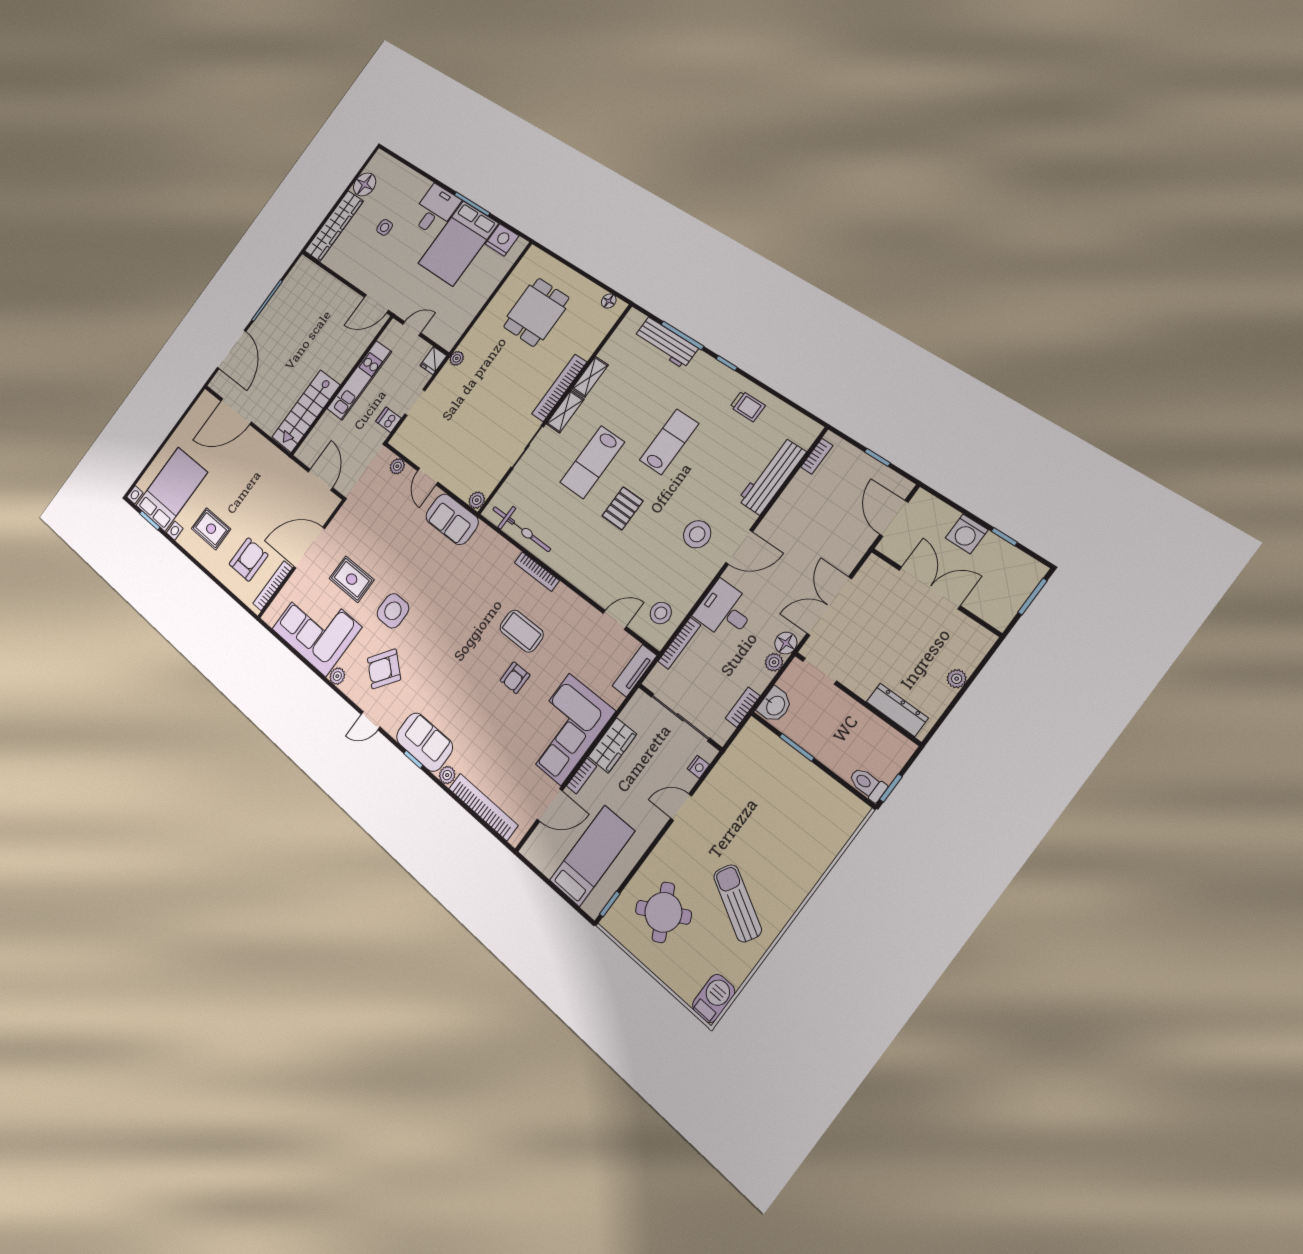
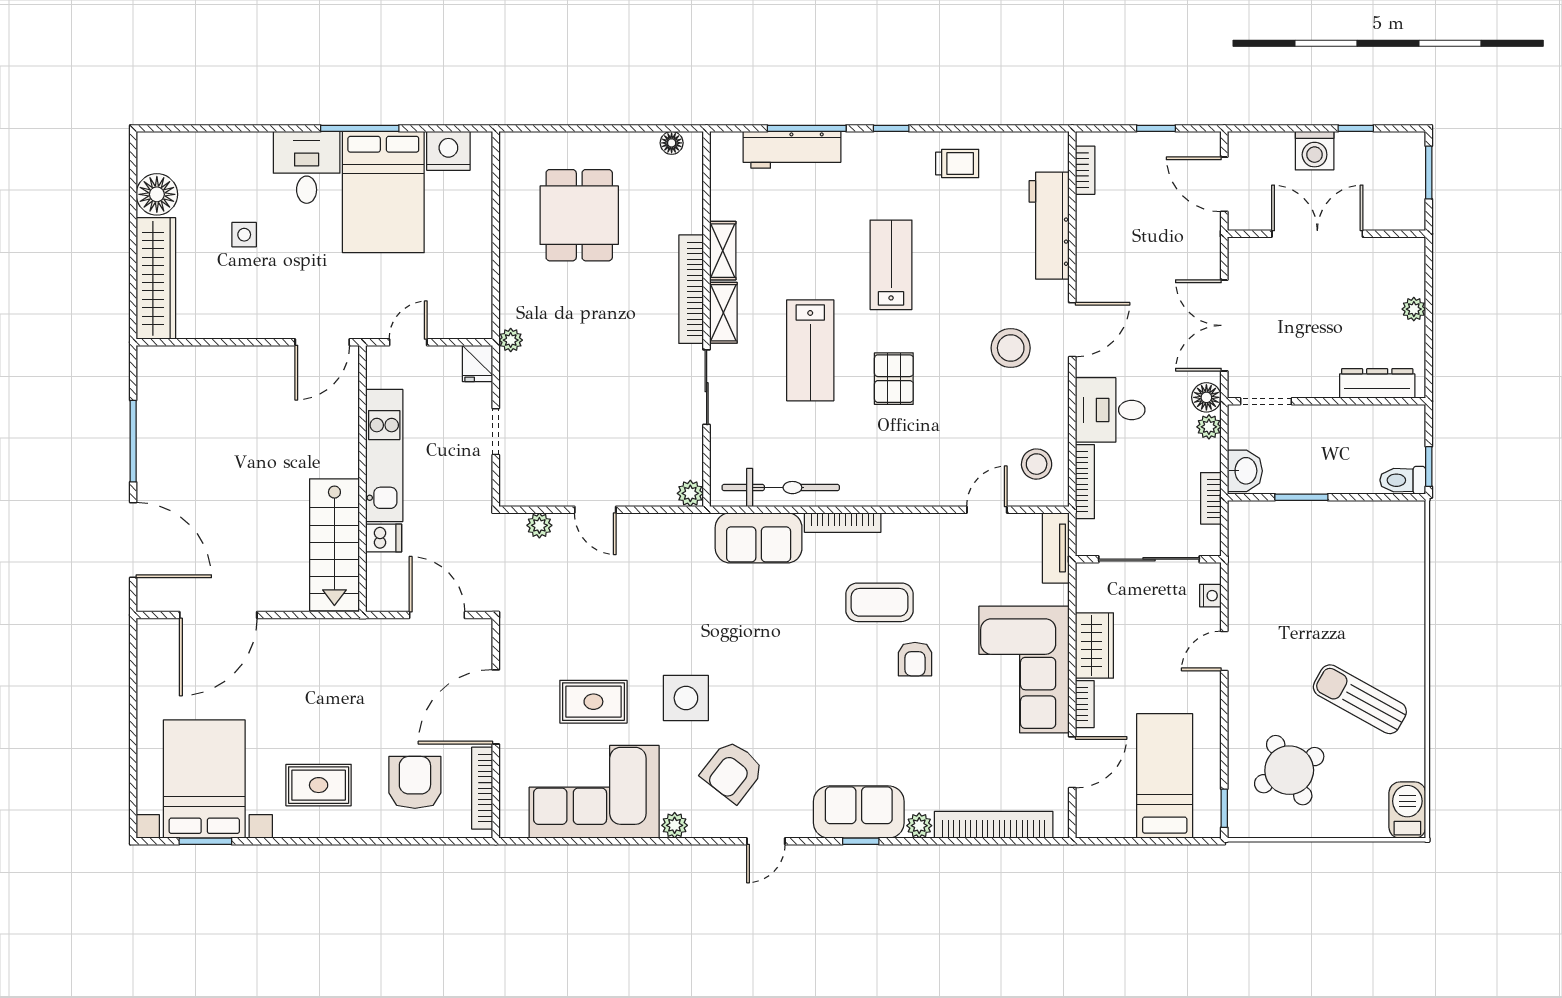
dishwasher: (388, 420) -> (384, 538), moved, turned 180
sofa: (452, 519) -> (759, 538), moved

